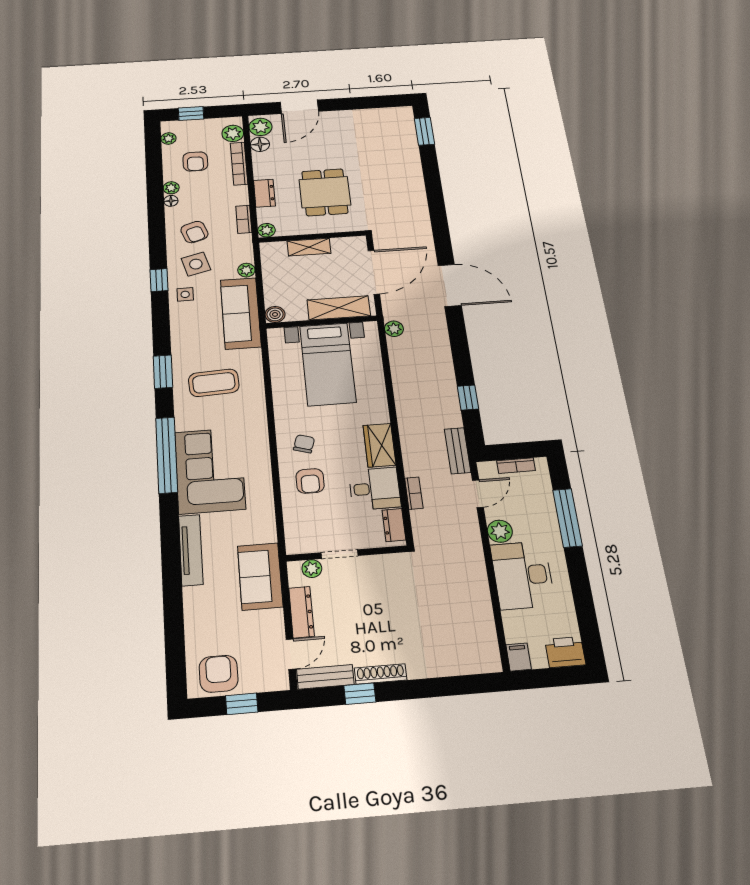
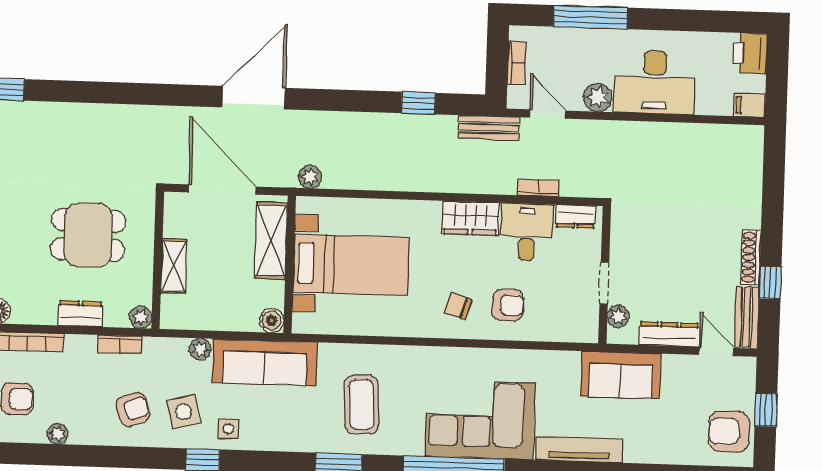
floor lamp: (171, 201) -> (79, 436), removed

